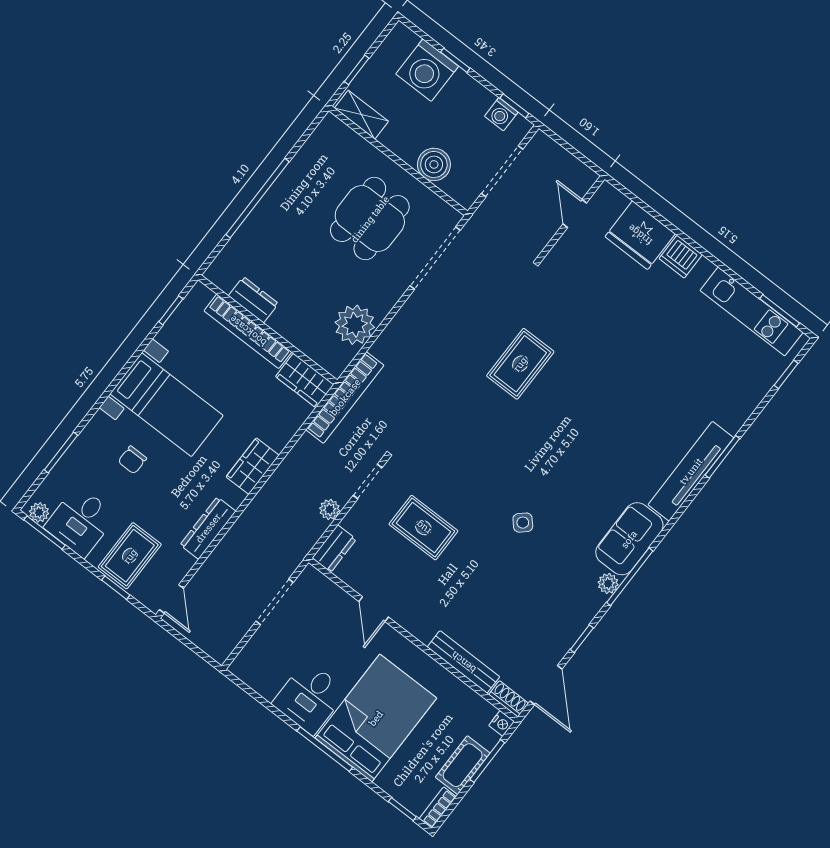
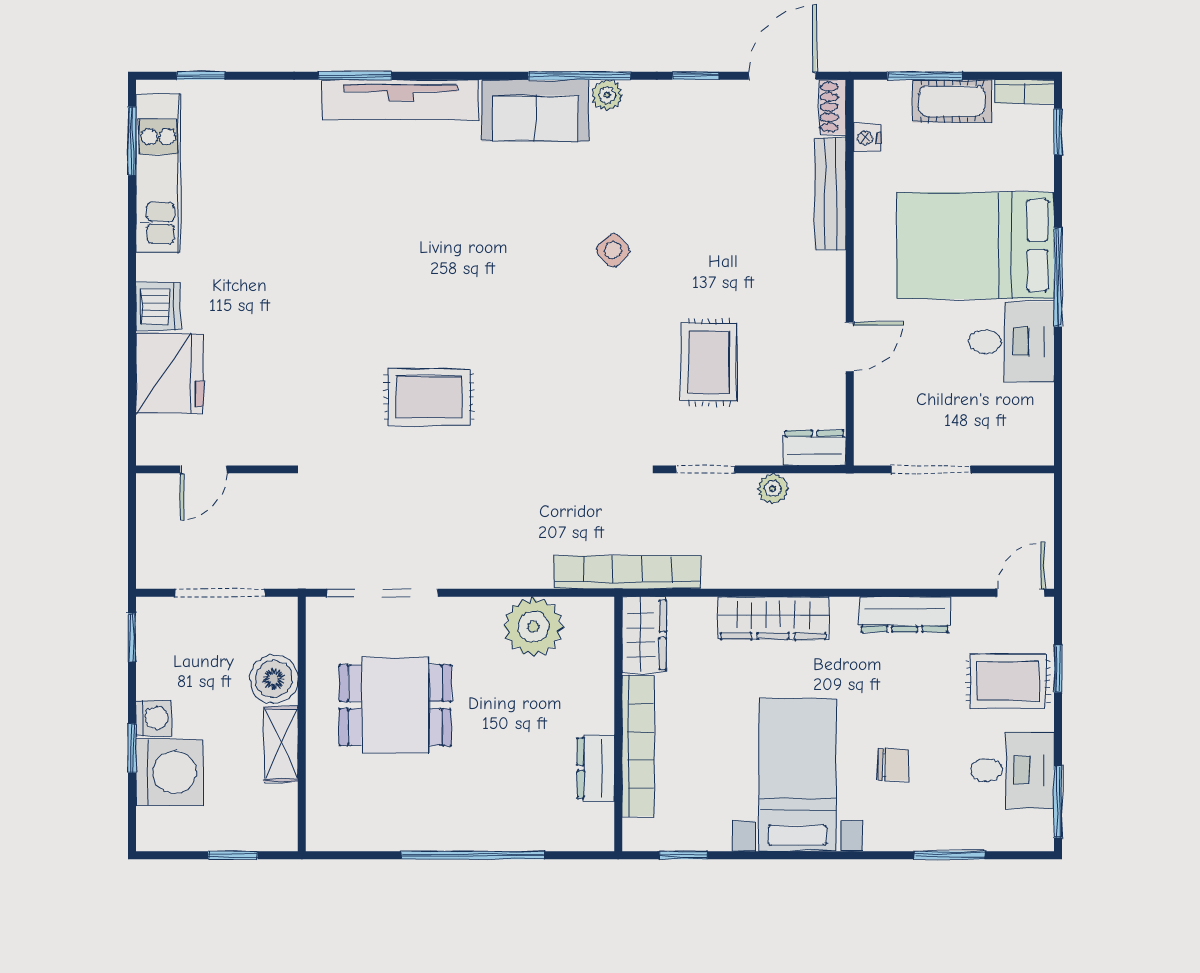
washing machine: (501, 114) -> (154, 718), moved
shelving: (361, 115) -> (281, 744), moved
wardrobe: (253, 466) -> (773, 618), width x1.50
plant: (39, 512) -> (1039, 827), removed
nightstand: (502, 723) -> (867, 138), moved, turned -90

